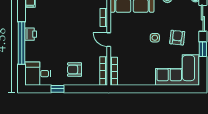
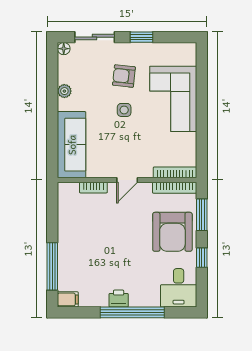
armchair: (75, 70) -> (172, 232), width x1.88, depth x1.88
corner sofa: (177, 70) -> (173, 99), moved
window: (86, 89) -> (202, 215), added

